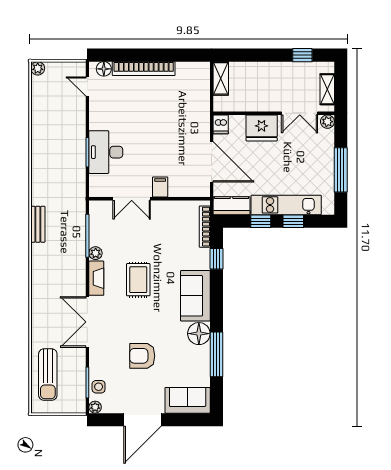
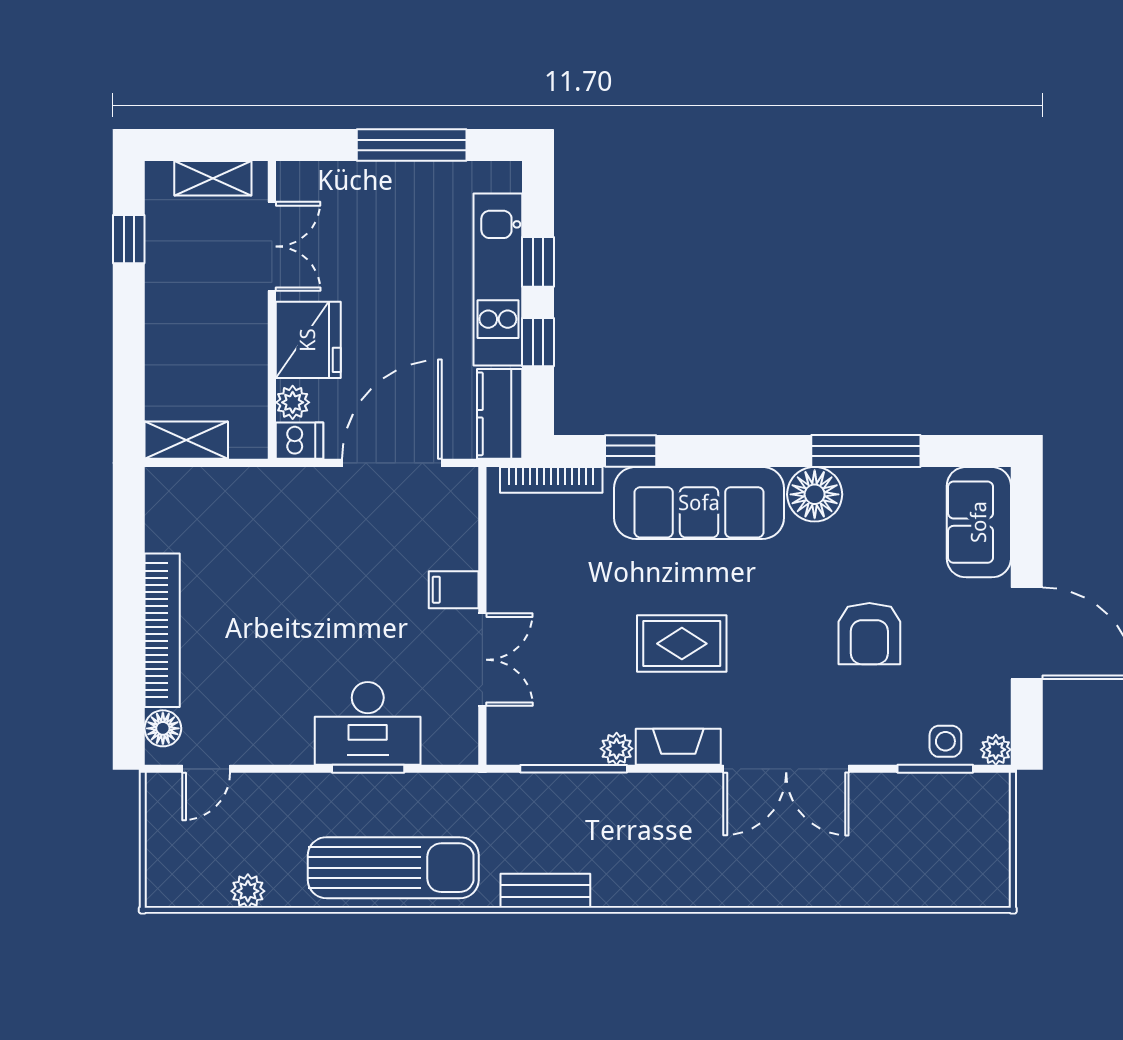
plant: (38, 68) -> (248, 891), moved
plant: (327, 122) -> (293, 402), moved
sofa: (195, 296) -> (699, 503), width x1.36
sun lounger: (48, 375) -> (393, 868), moved, width x1.36, depth x1.34

